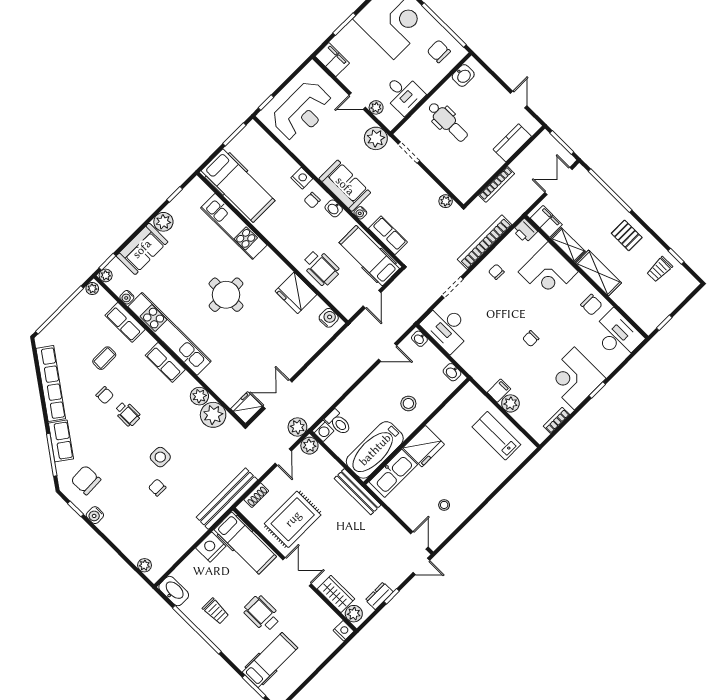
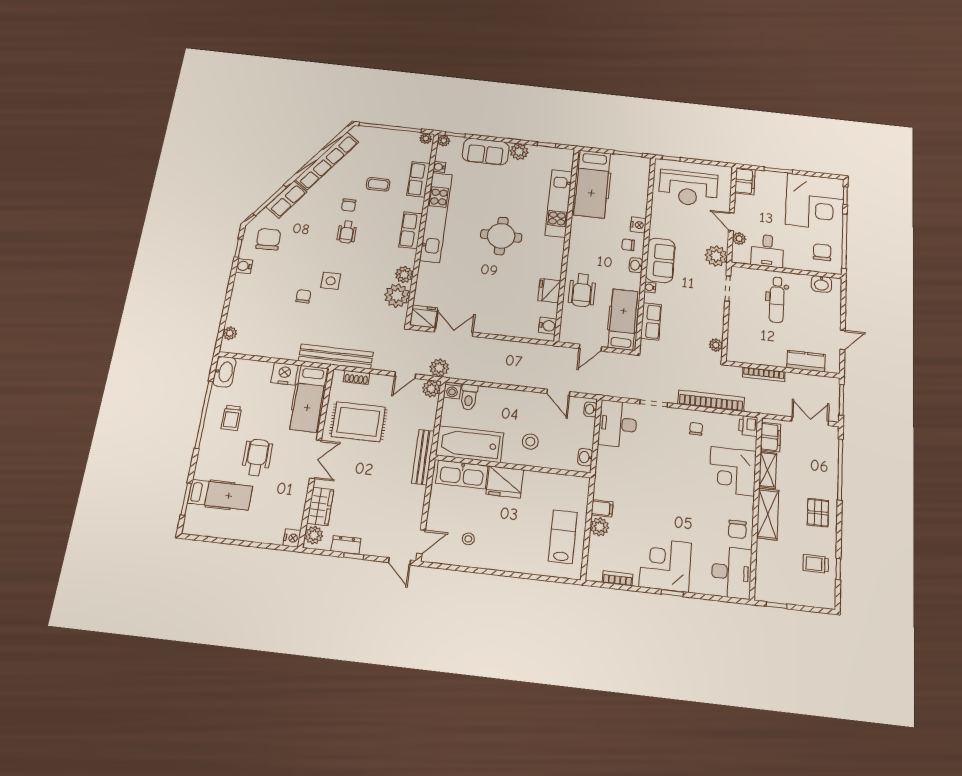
fridge: (296, 293) -> (549, 291), width x0.73, depth x0.75
chair: (531, 339) -> (667, 501), removed

